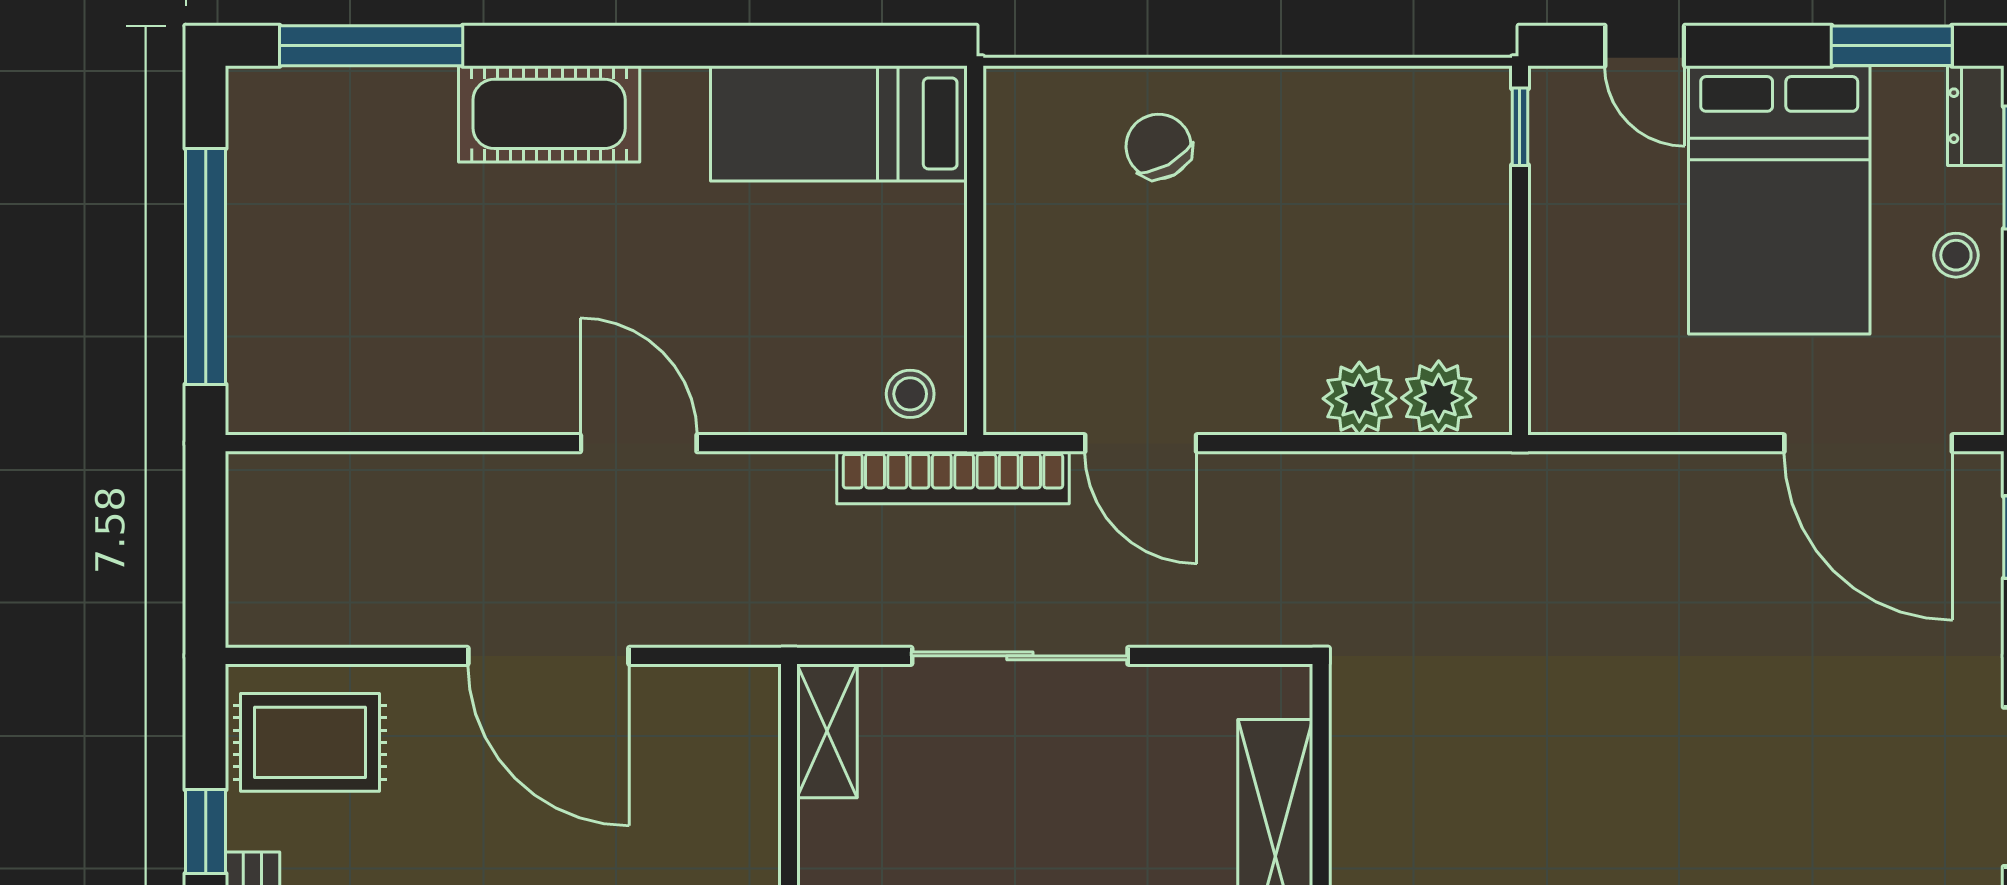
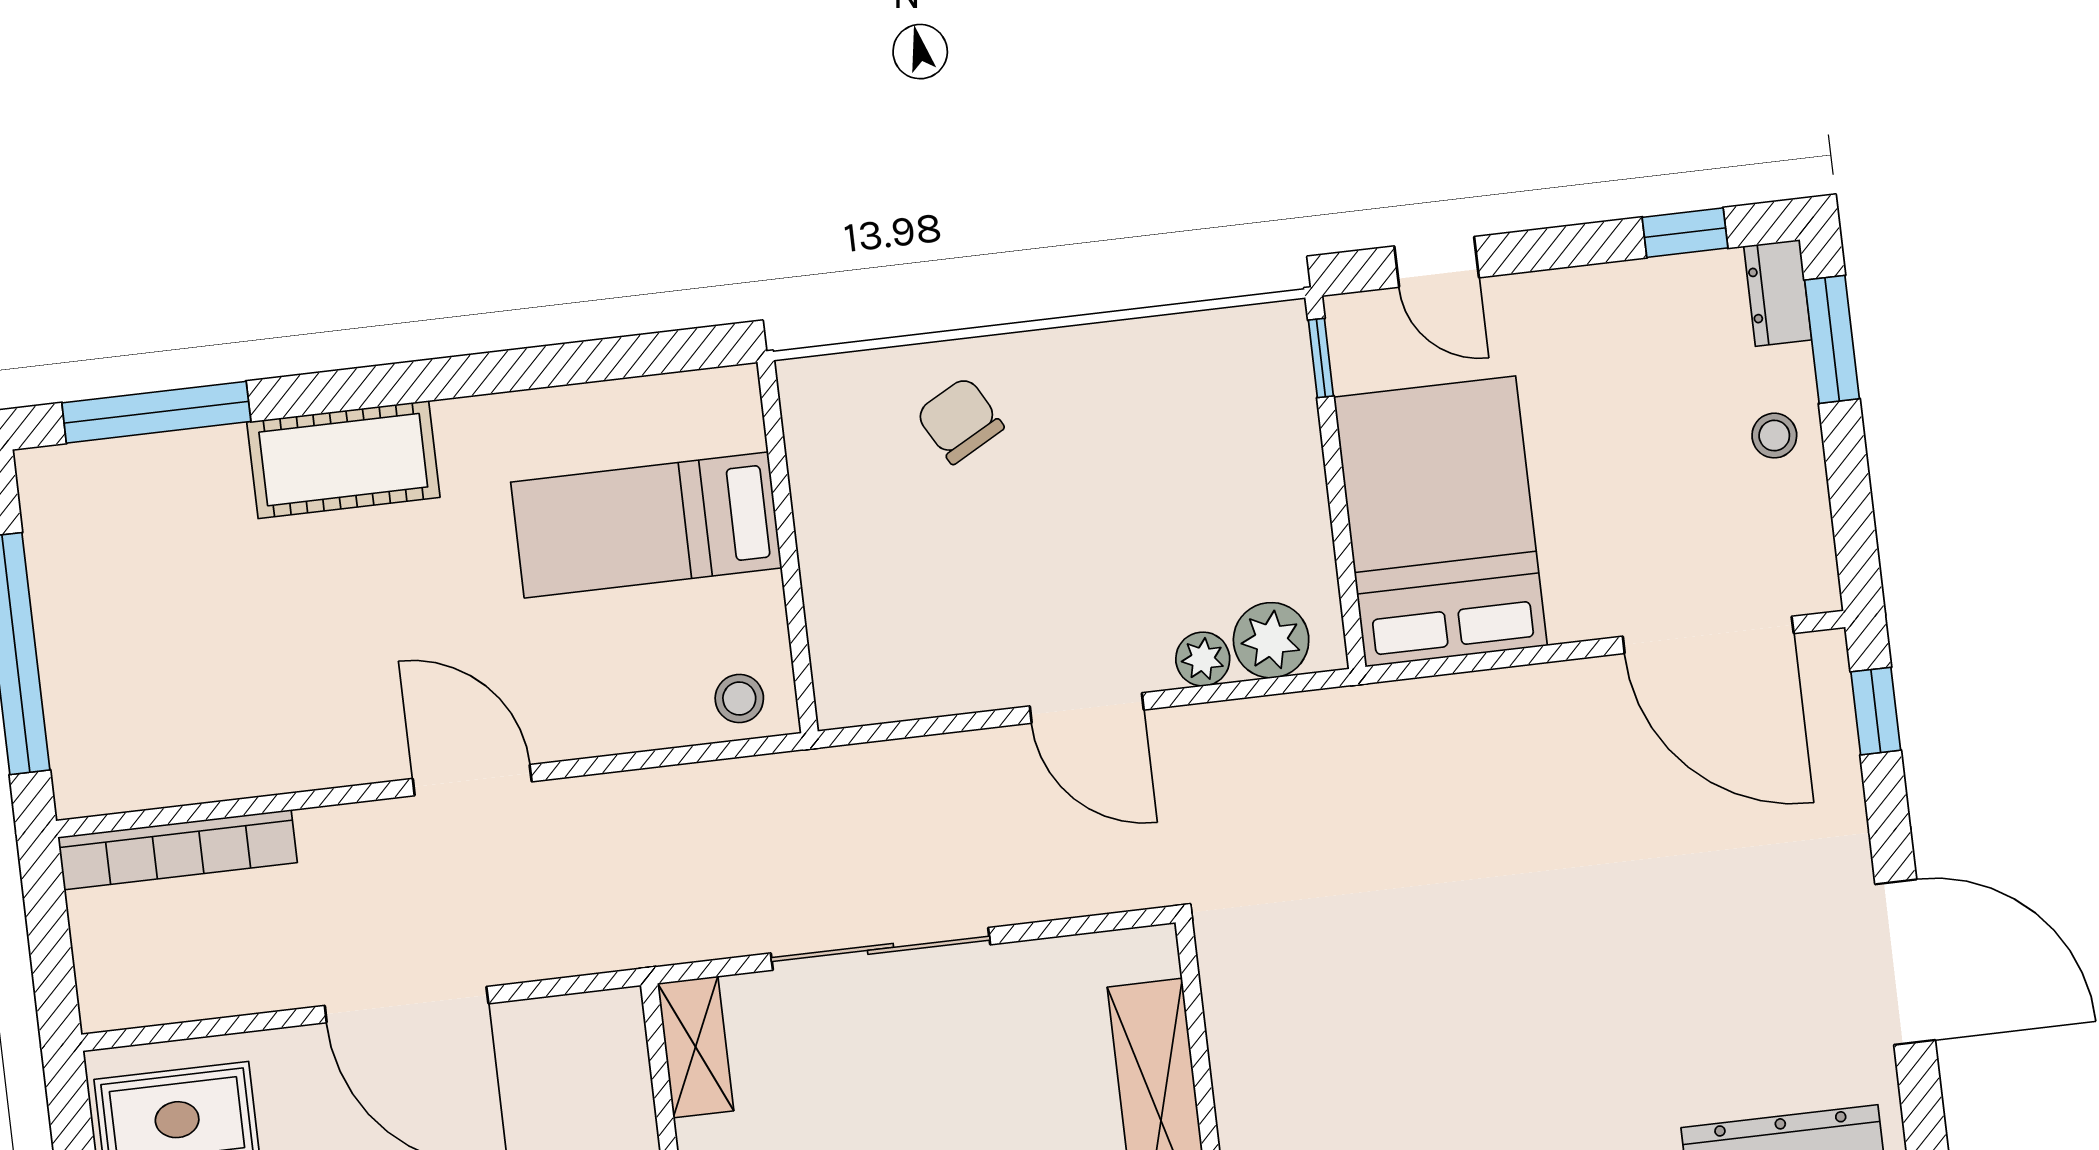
window: (1892, 46) -> (1685, 233), width x0.67
bed: (839, 123) -> (646, 525), moved
bed: (1779, 200) -> (1440, 521), moved, turned 180
plant: (1359, 399) -> (1203, 659), width x0.73, depth x0.73
door: (1141, 443) -> (1087, 708), moved
bookcase: (953, 478) -> (177, 850), moved

